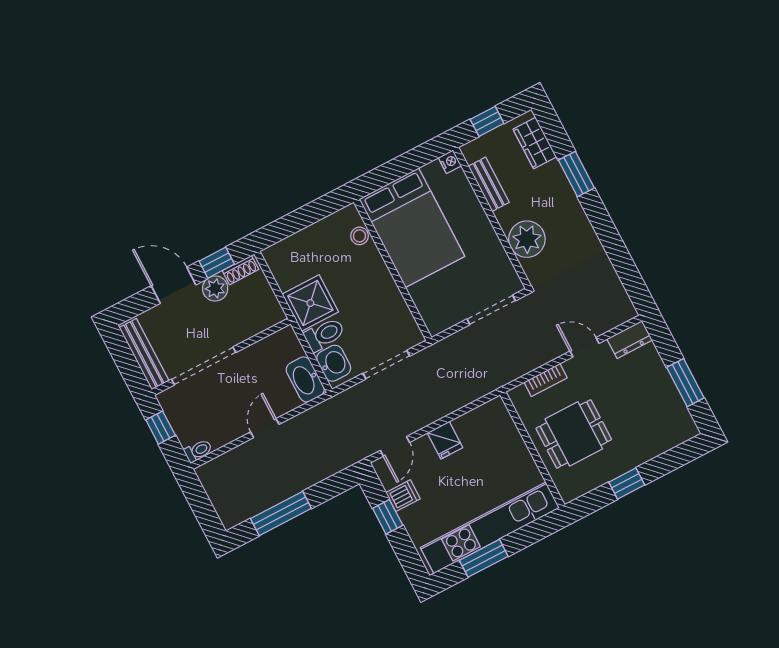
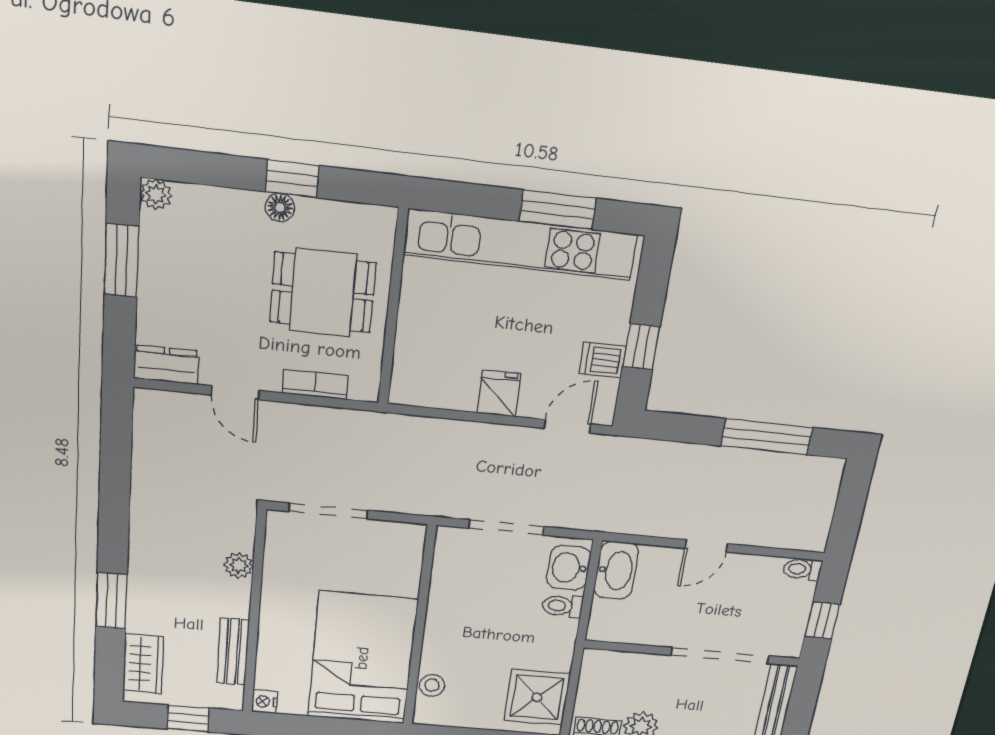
plant: (527, 239) -> (239, 565), width x0.53, depth x0.53
shower: (310, 303) -> (537, 697), moved
toilet: (324, 335) -> (562, 606), width x0.73, depth x0.72
plant: (689, 430) -> (156, 194), added
floor lamp: (624, 465) -> (280, 207), added

